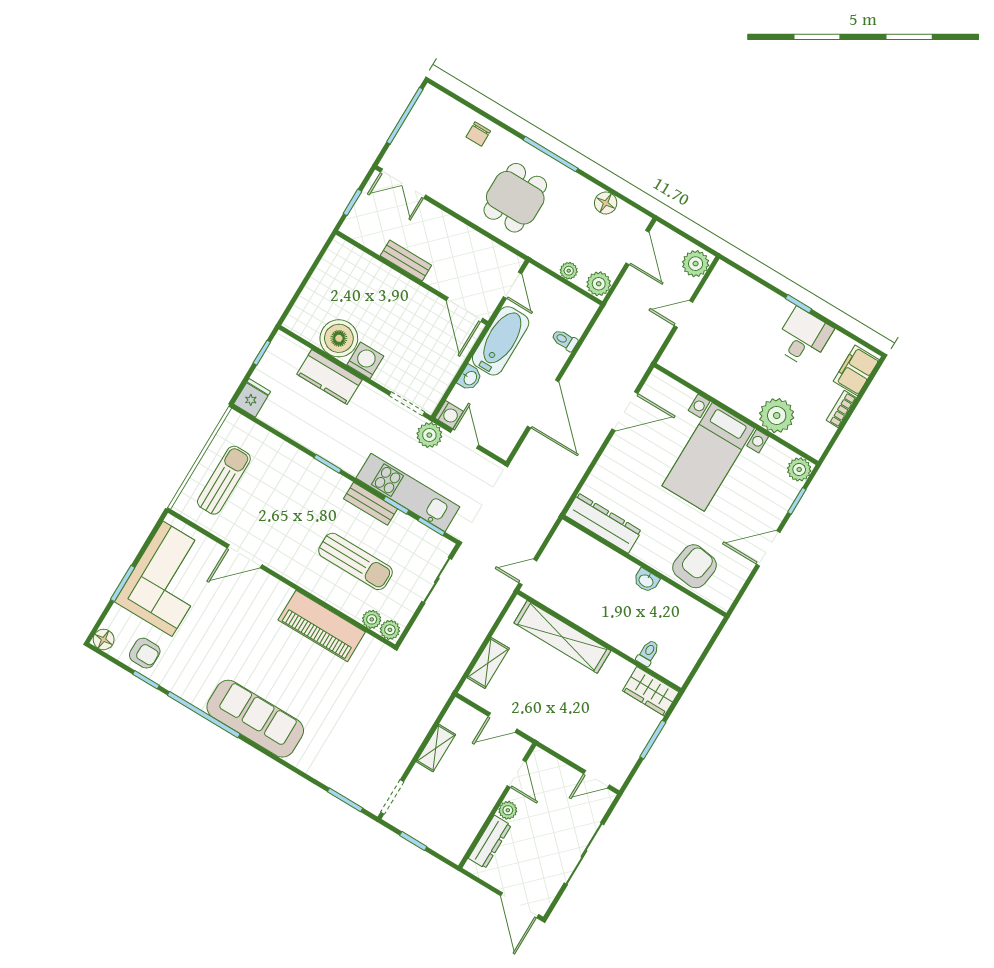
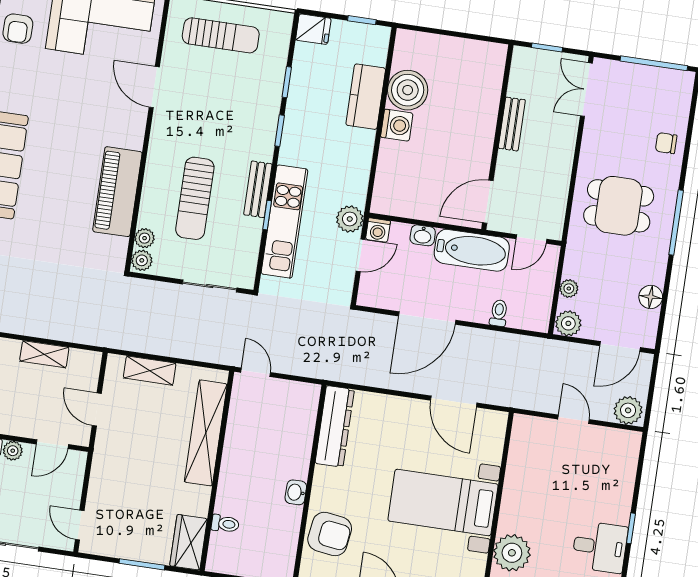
doorway: (407, 404) -> (371, 184), removed
window: (431, 526) -> (287, 82), moved

